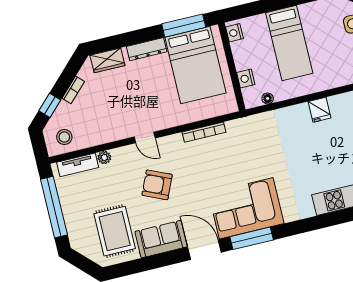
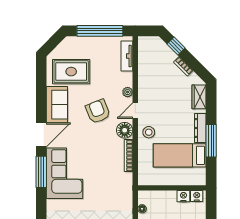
window: (184, 26) -> (211, 141), moved
bed: (195, 65) -> (180, 155), width x0.67
nightstand: (246, 78) -> (183, 196), moved
stool: (64, 137) -> (149, 132), moved
floor lamp: (173, 145) -> (125, 130), added
plant: (104, 158) -> (128, 92), moved
armchair: (157, 185) -> (98, 111), turned -46

